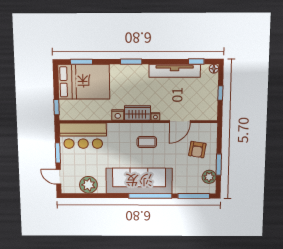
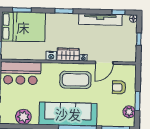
coffee table: (147, 142) -> (76, 80), width x1.86, depth x1.72
armchair: (197, 150) -> (119, 87), turned 81

